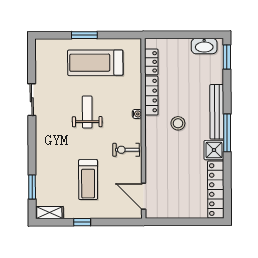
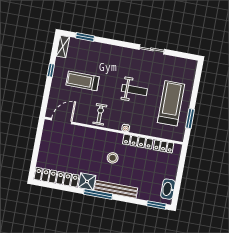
window: (84, 35) -> (190, 119), moved

